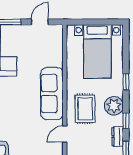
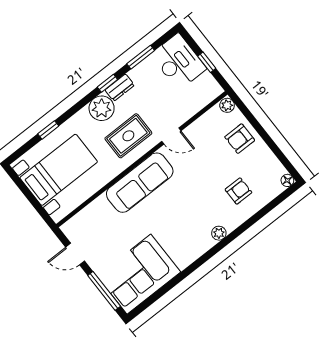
window: (126, 82) -> (48, 130), moved
dresser: (118, 137) -> (120, 88), moved

